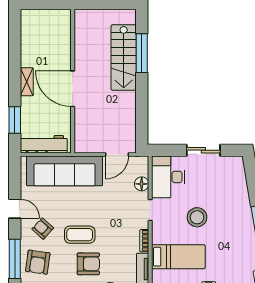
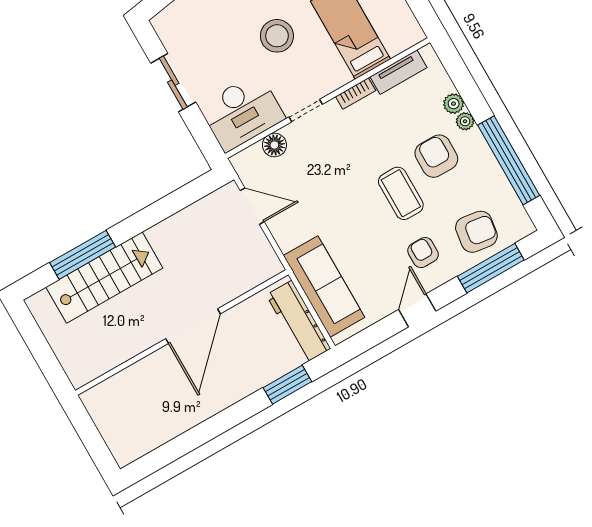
shelving: (27, 82) -> (221, 399), removed
sofa: (65, 171) -> (324, 286), width x0.74, depth x0.79
armchair: (43, 229) -> (423, 253), turned 138

